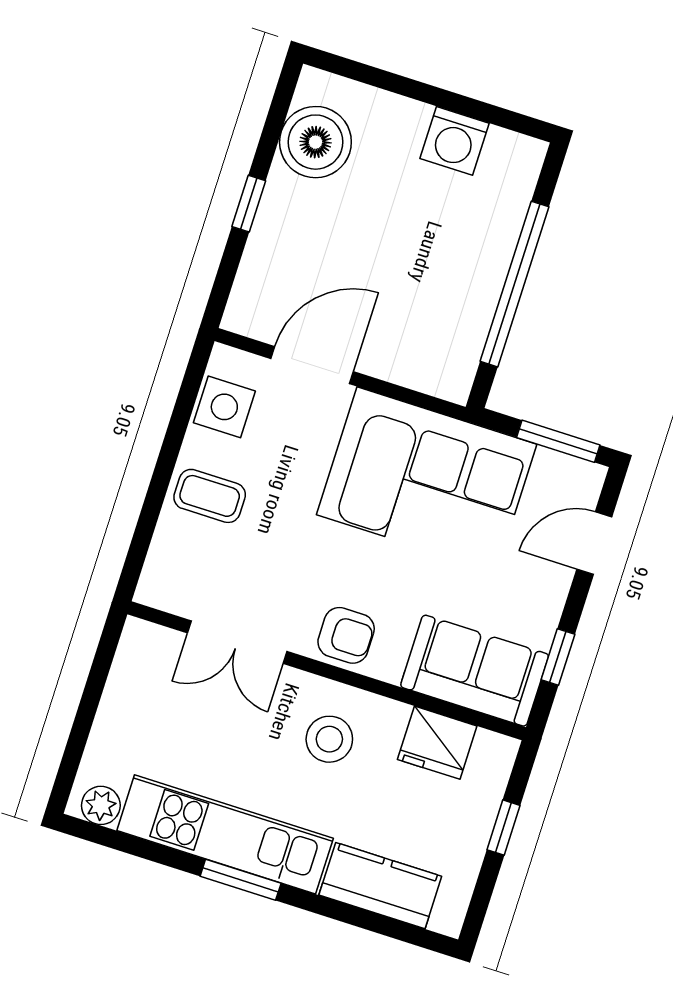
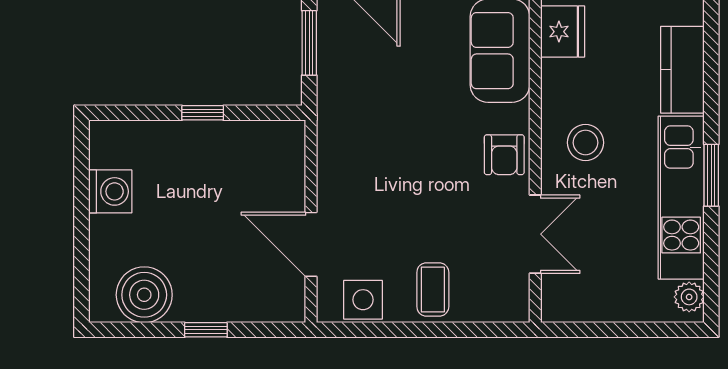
window: (514, 284) -> (203, 113), width x0.32
corner sofa: (427, 479) -> (369, 132), removed
armchair: (346, 635) -> (504, 155), turned 180
fridge: (437, 743) -> (563, 32), moved

